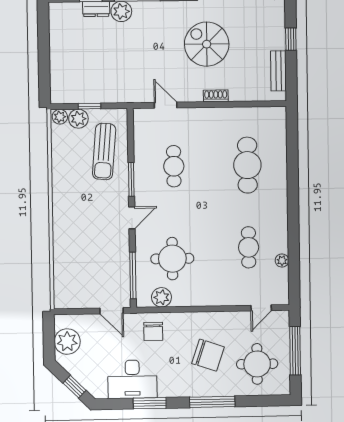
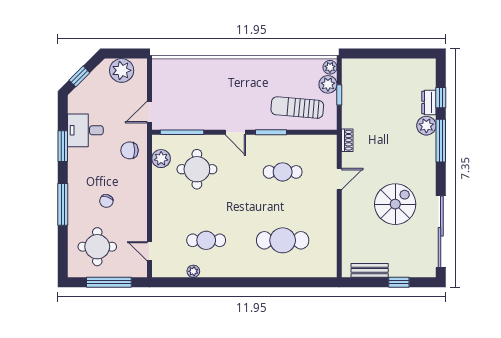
shoe rack: (216, 96) -> (347, 140), moved
door: (166, 105) -> (339, 179), moved
chair: (208, 355) -> (106, 201), width x0.54, depth x0.54
desk: (132, 379) -> (85, 130), width x0.73

